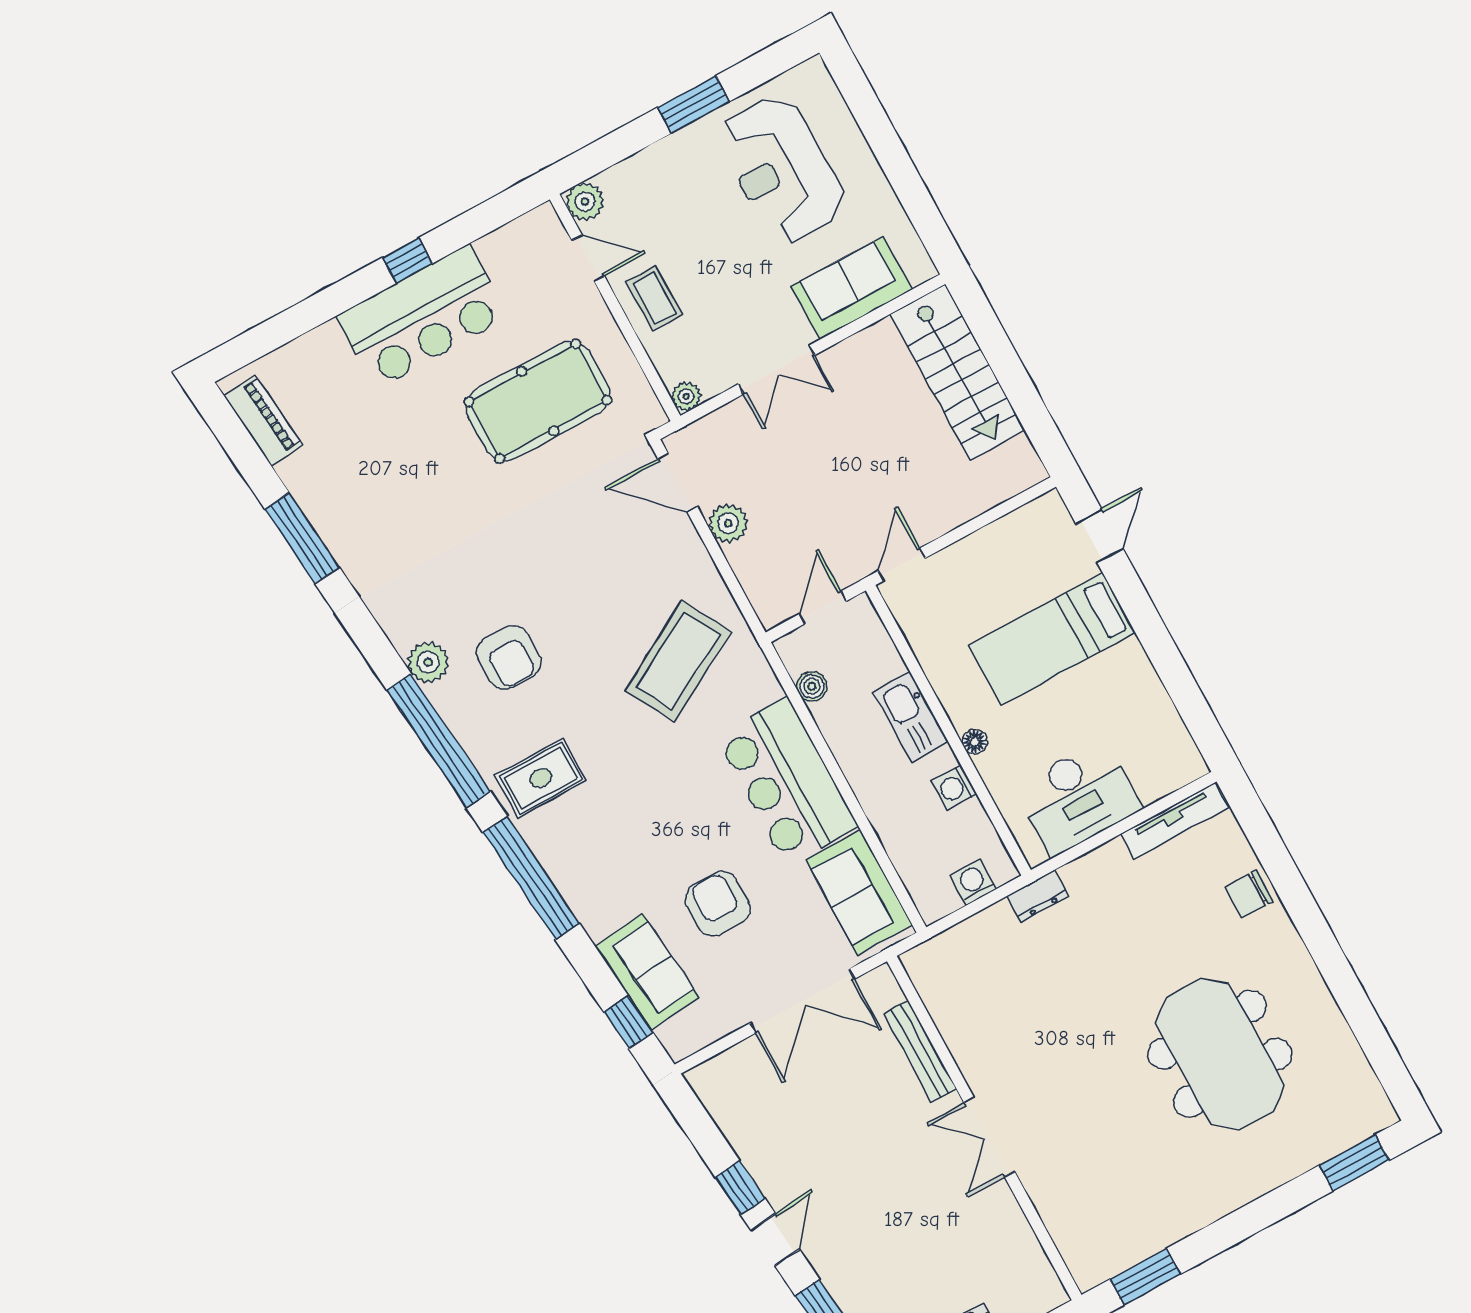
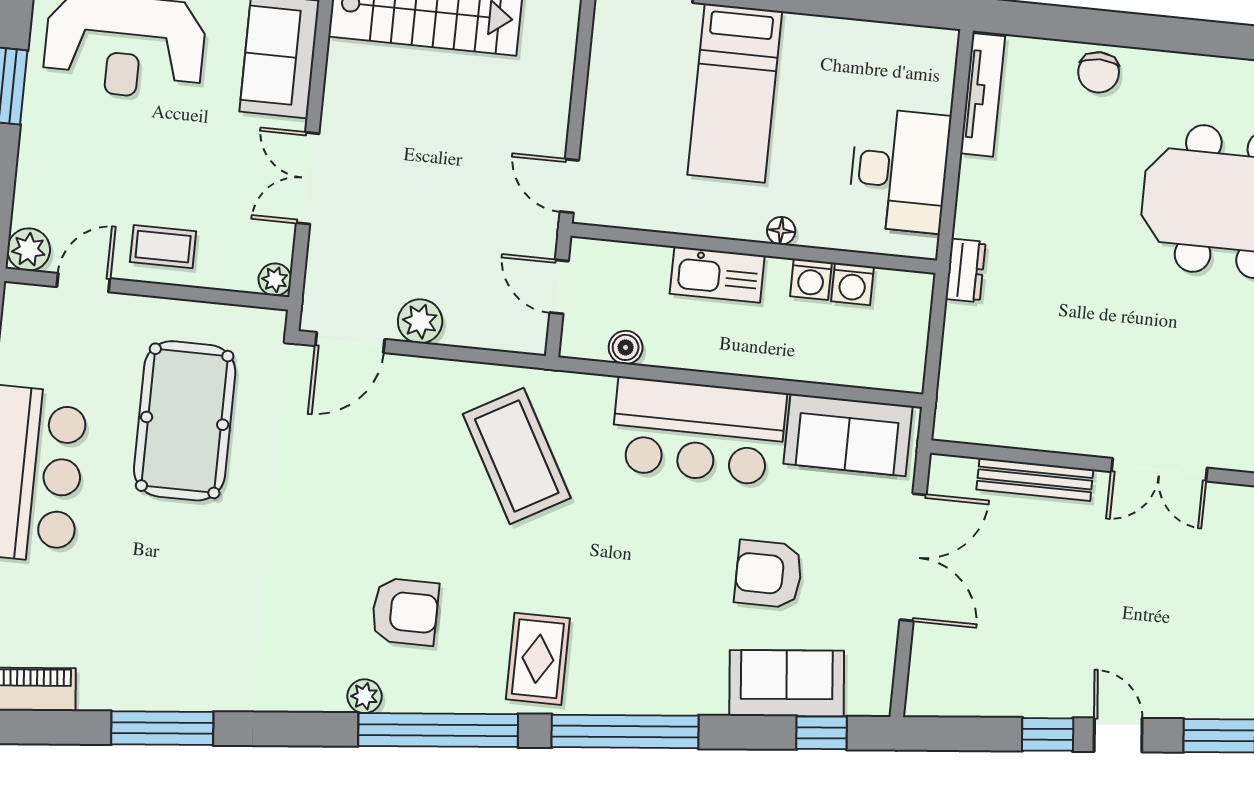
double door: (776, 370) -> (308, 178), swing flipped
plant: (428, 662) -> (364, 696), width x0.73, depth x0.73
washing machine: (973, 882) -> (852, 284), moved, turned -90

